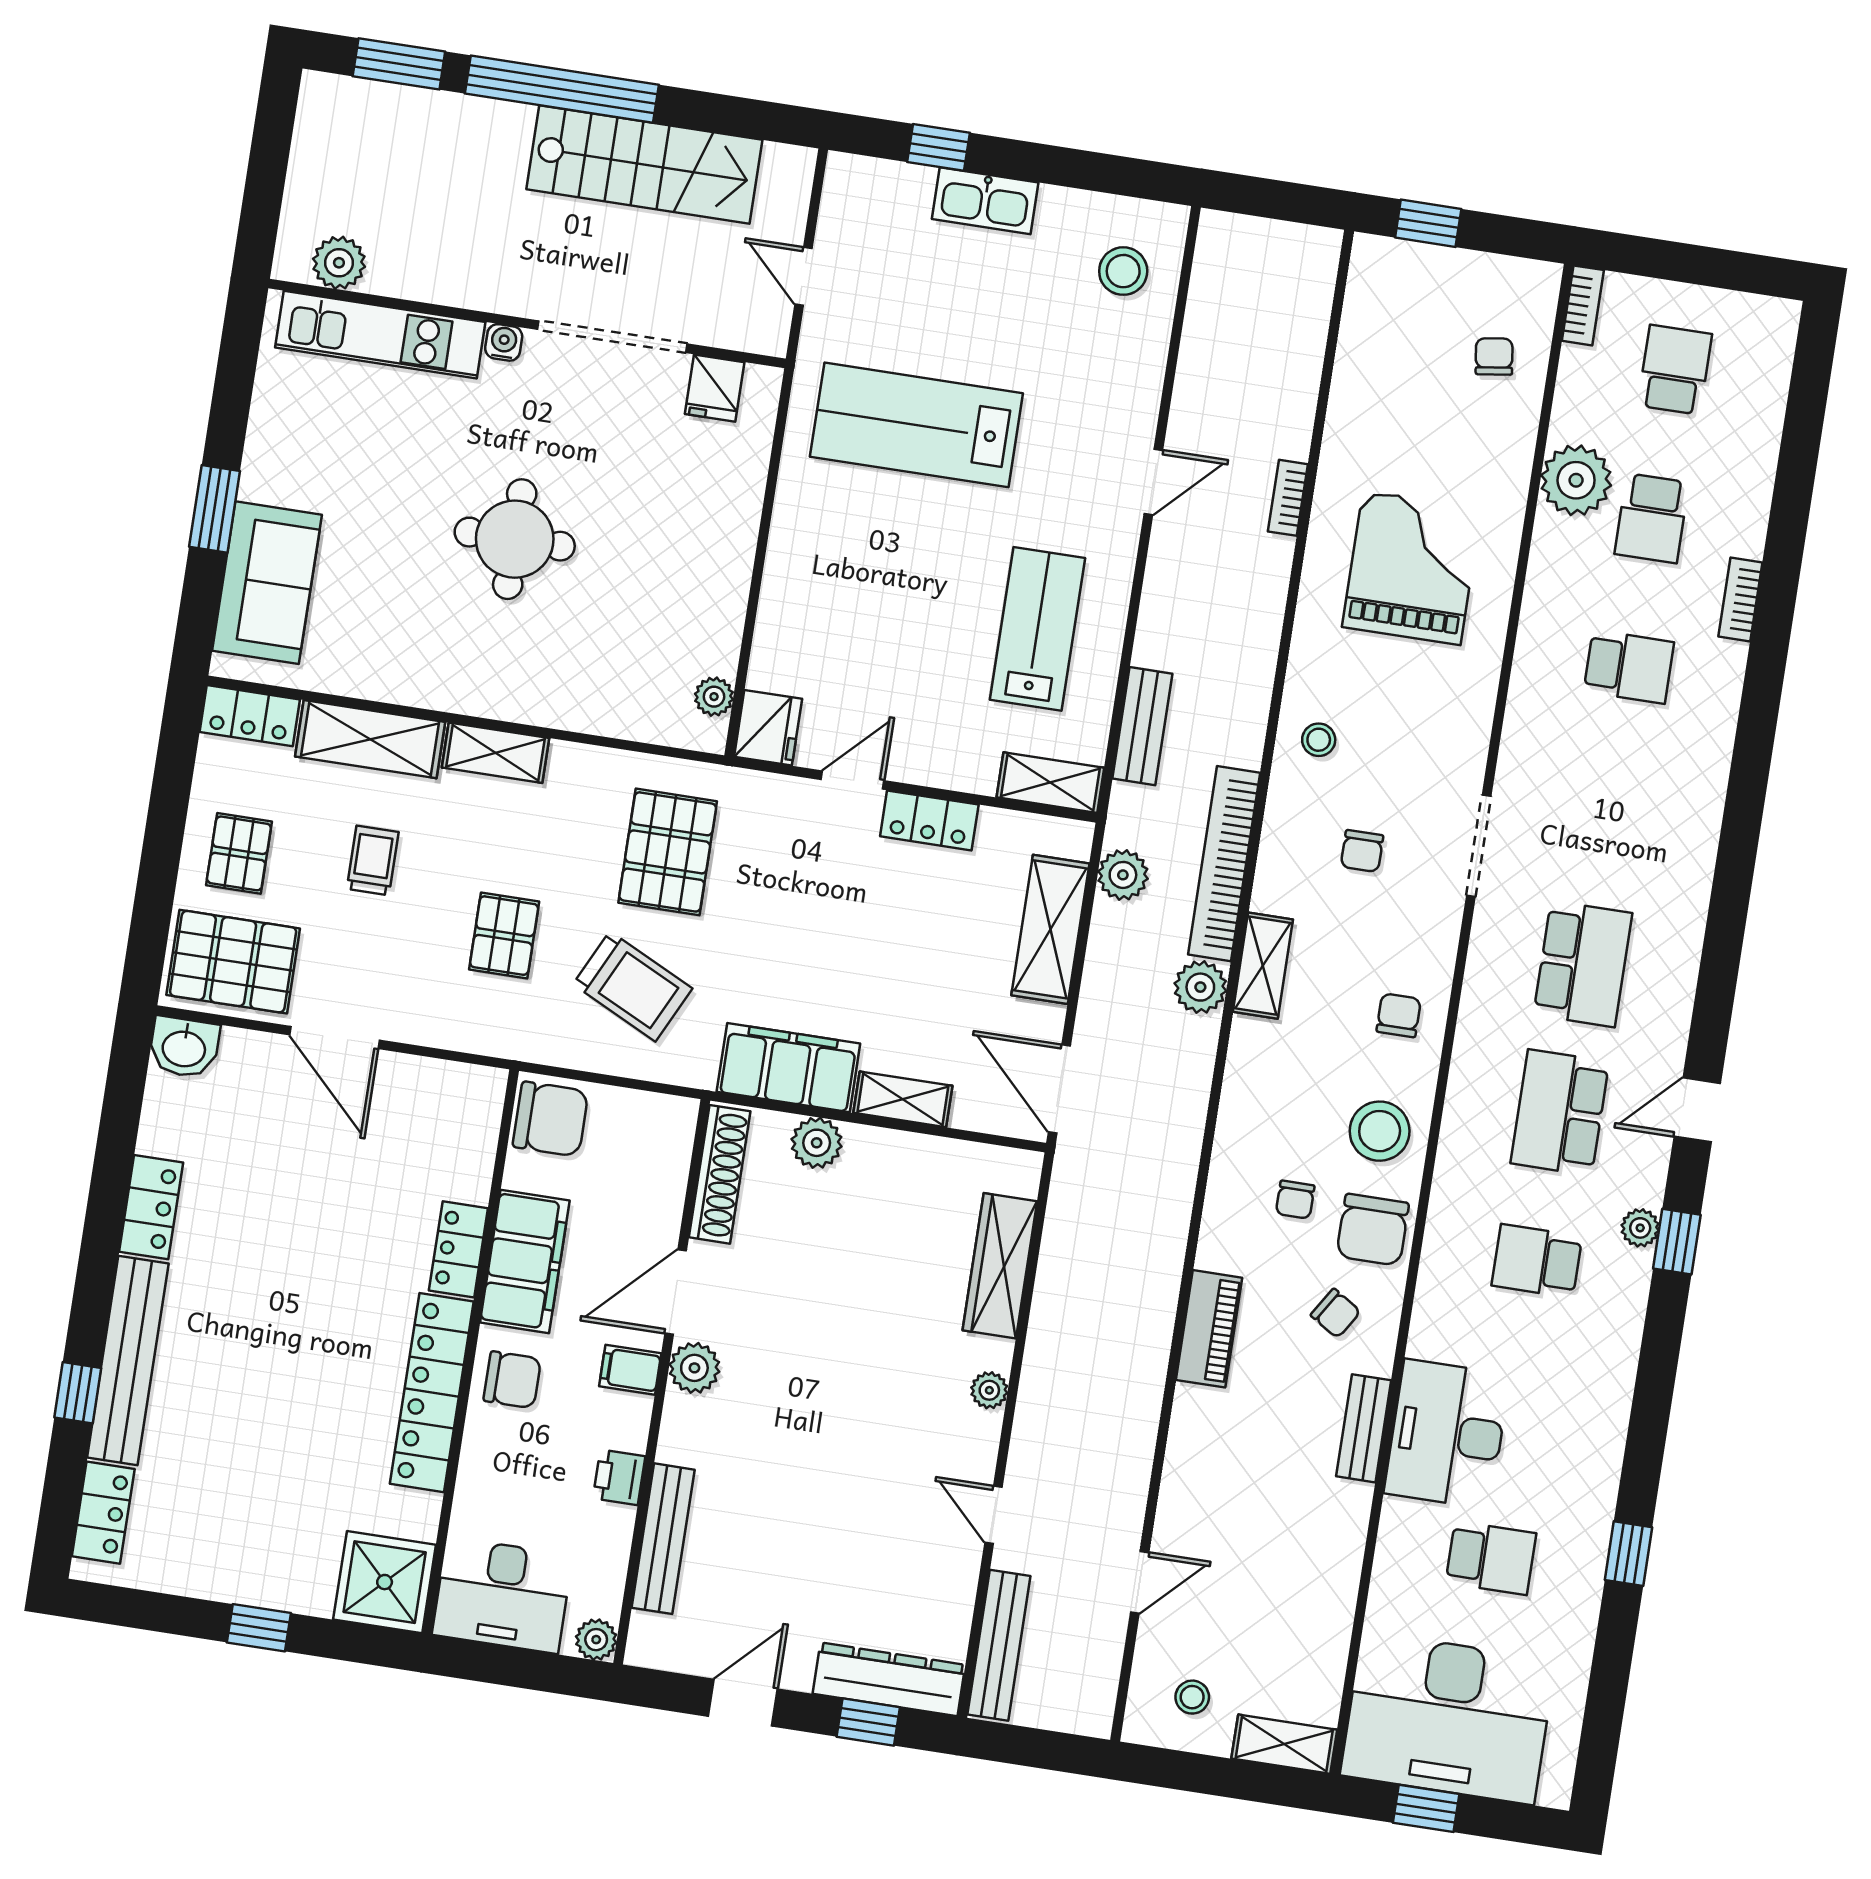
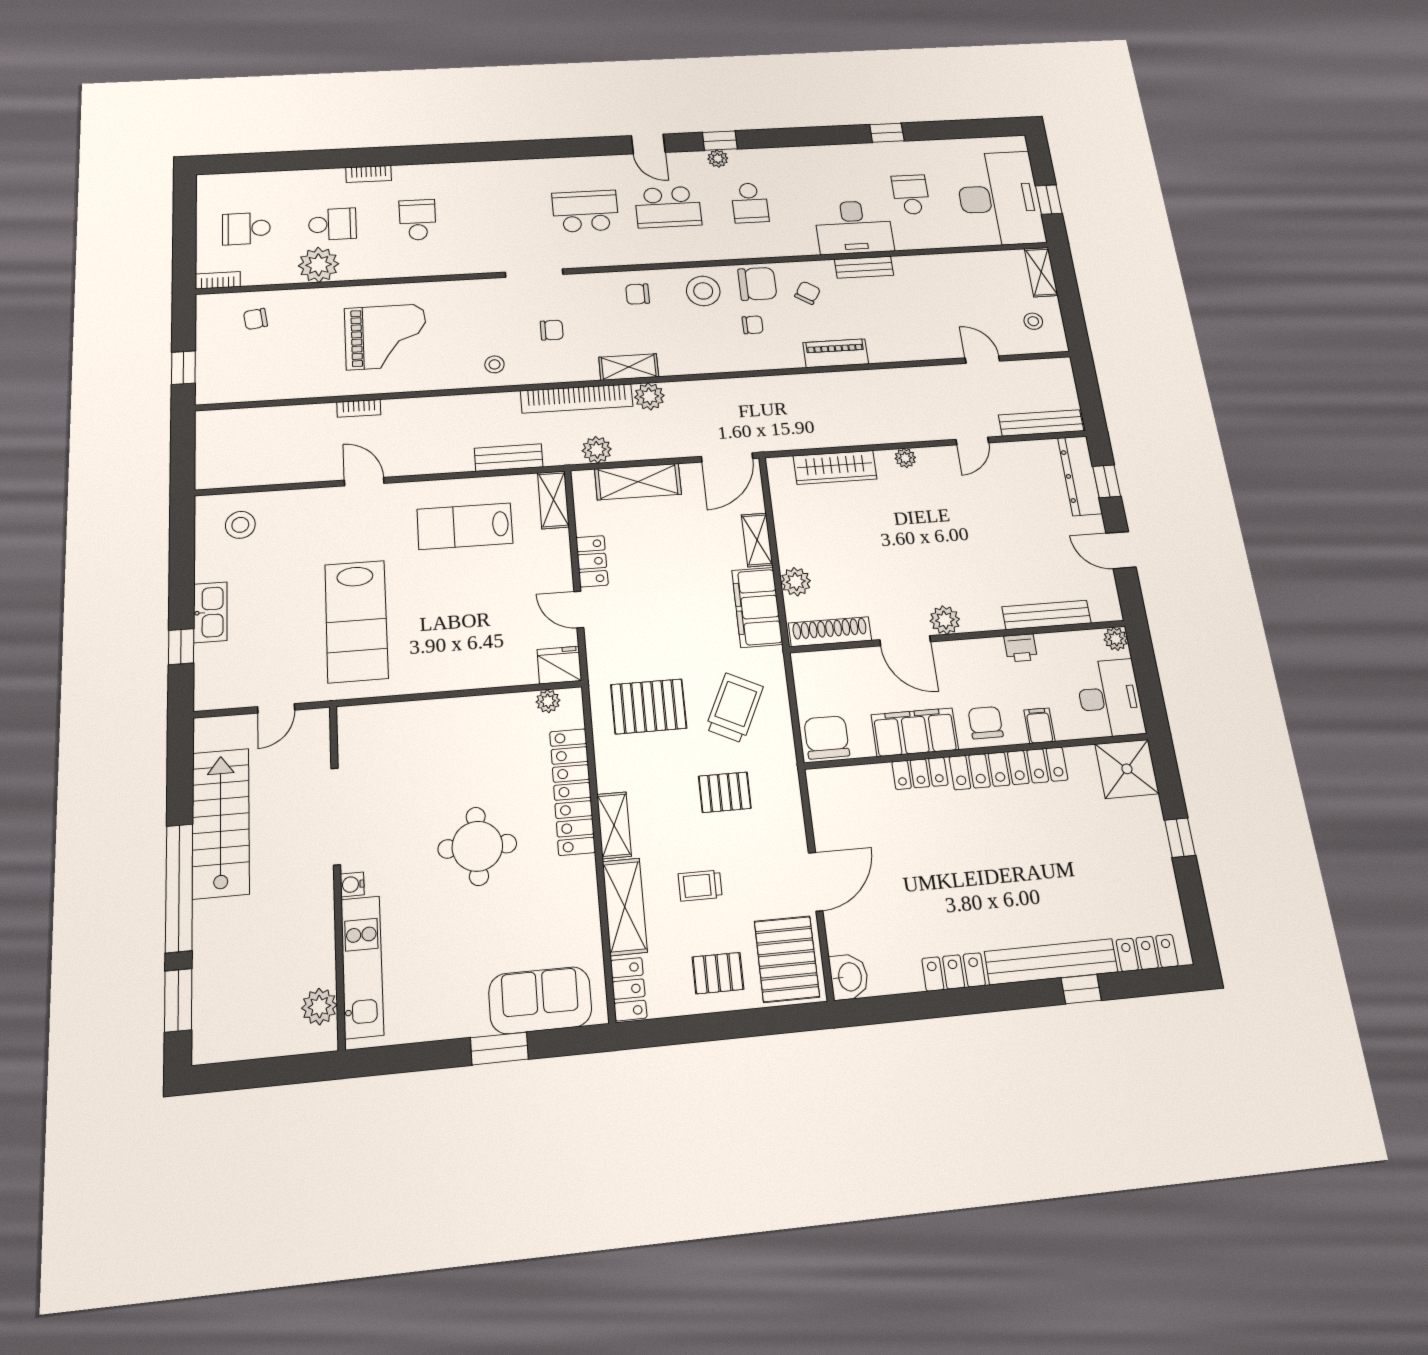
fridge: (715, 388) -> (357, 746), removed
grand piano: (1412, 568) -> (386, 337), turned 180
locker: (563, 701) -> (572, 791), added
filing cabinet: (630, 1370) -> (1039, 726), moved, turned 180

